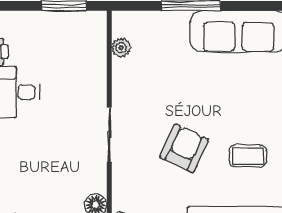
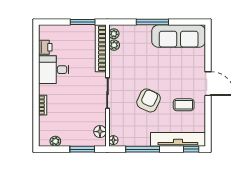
plant: (121, 27) -> (114, 34), added
bookcase: (97, 54) -> (101, 48), added

